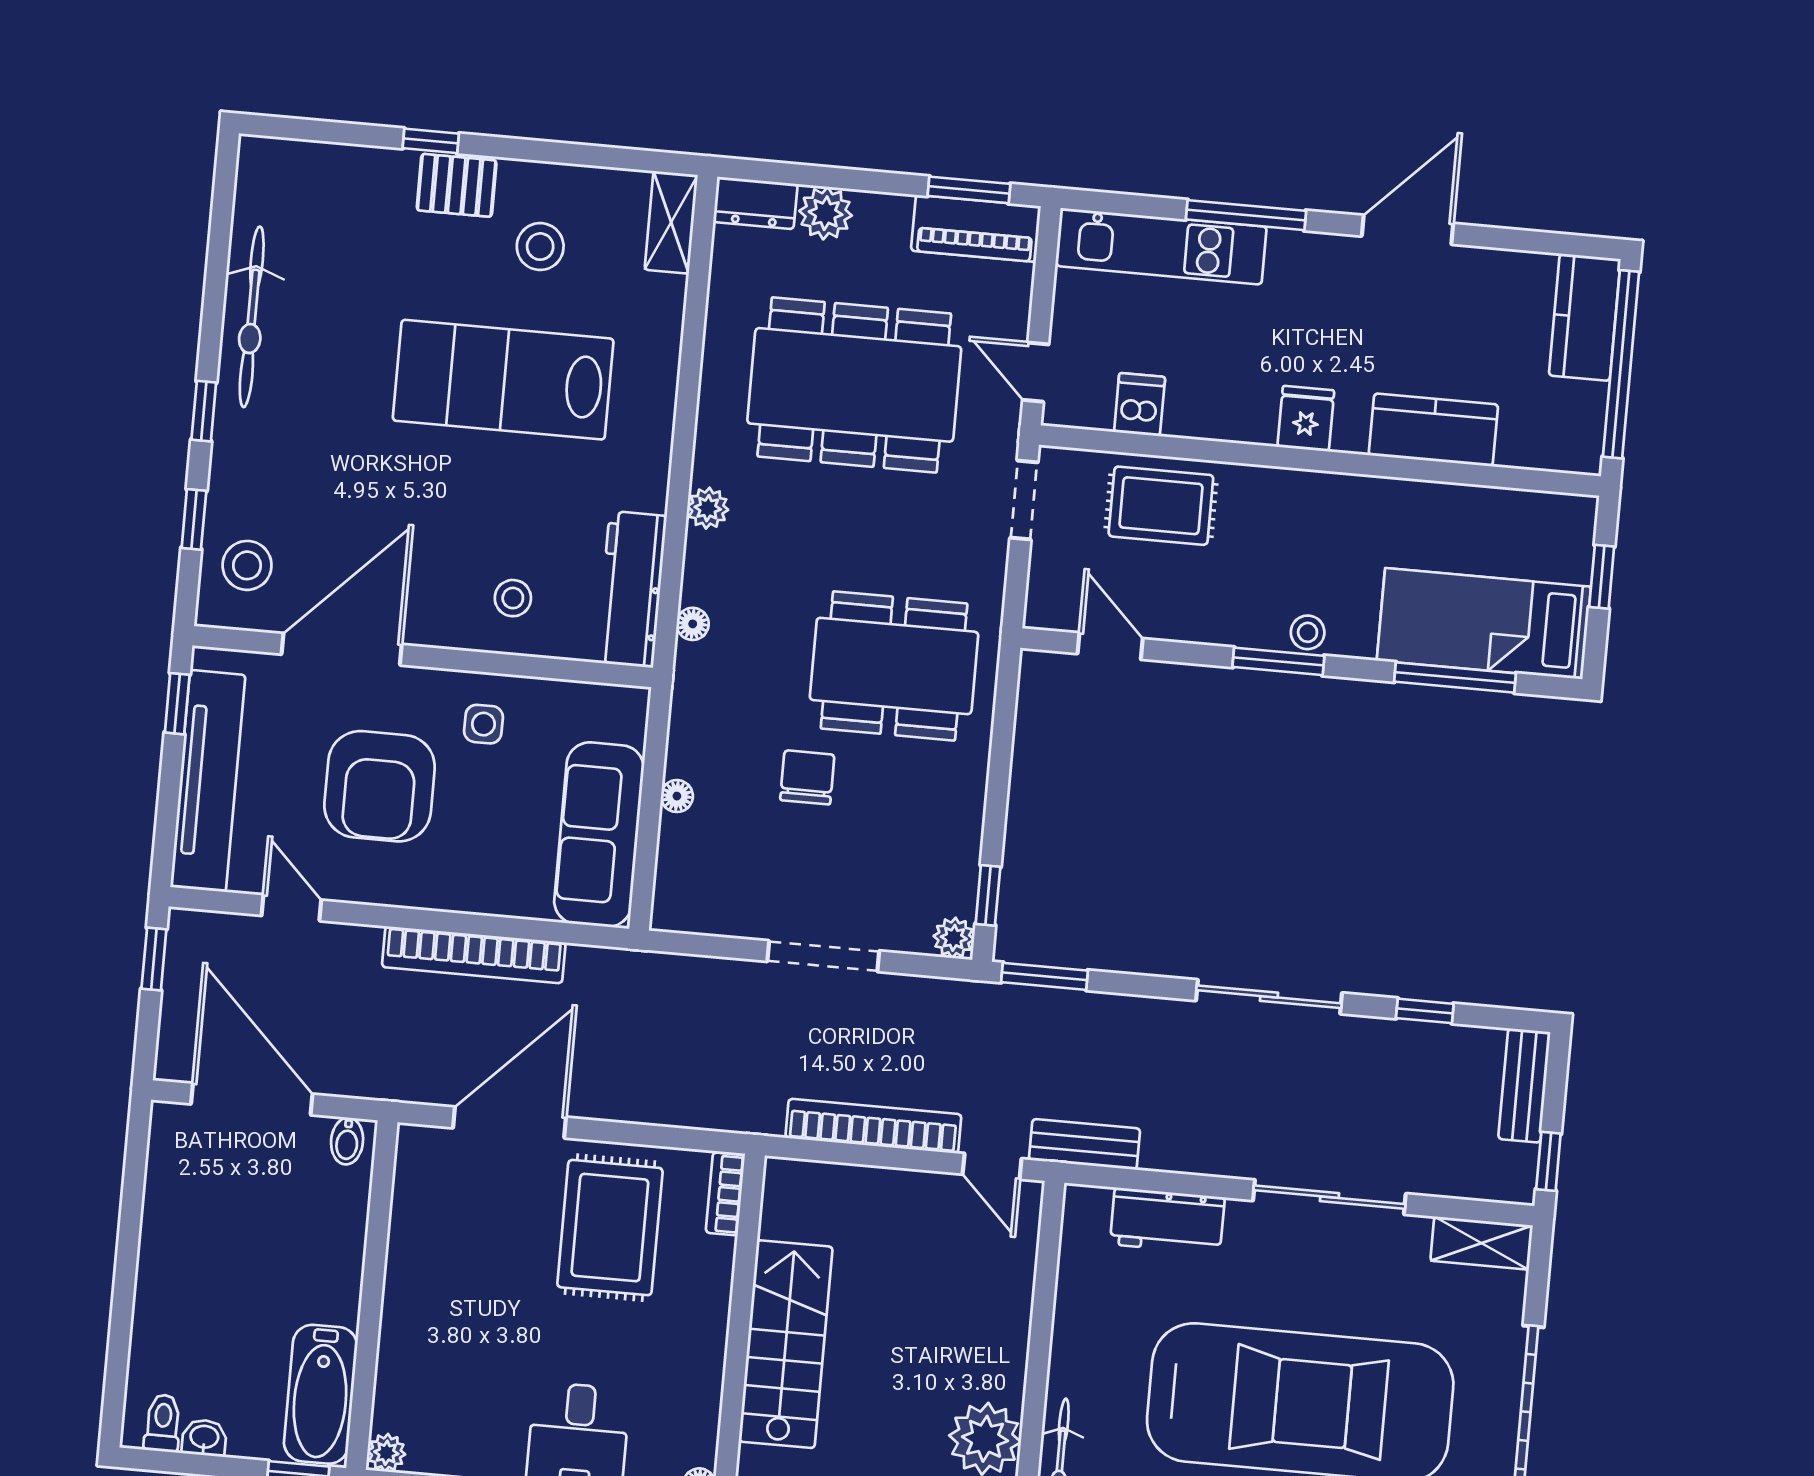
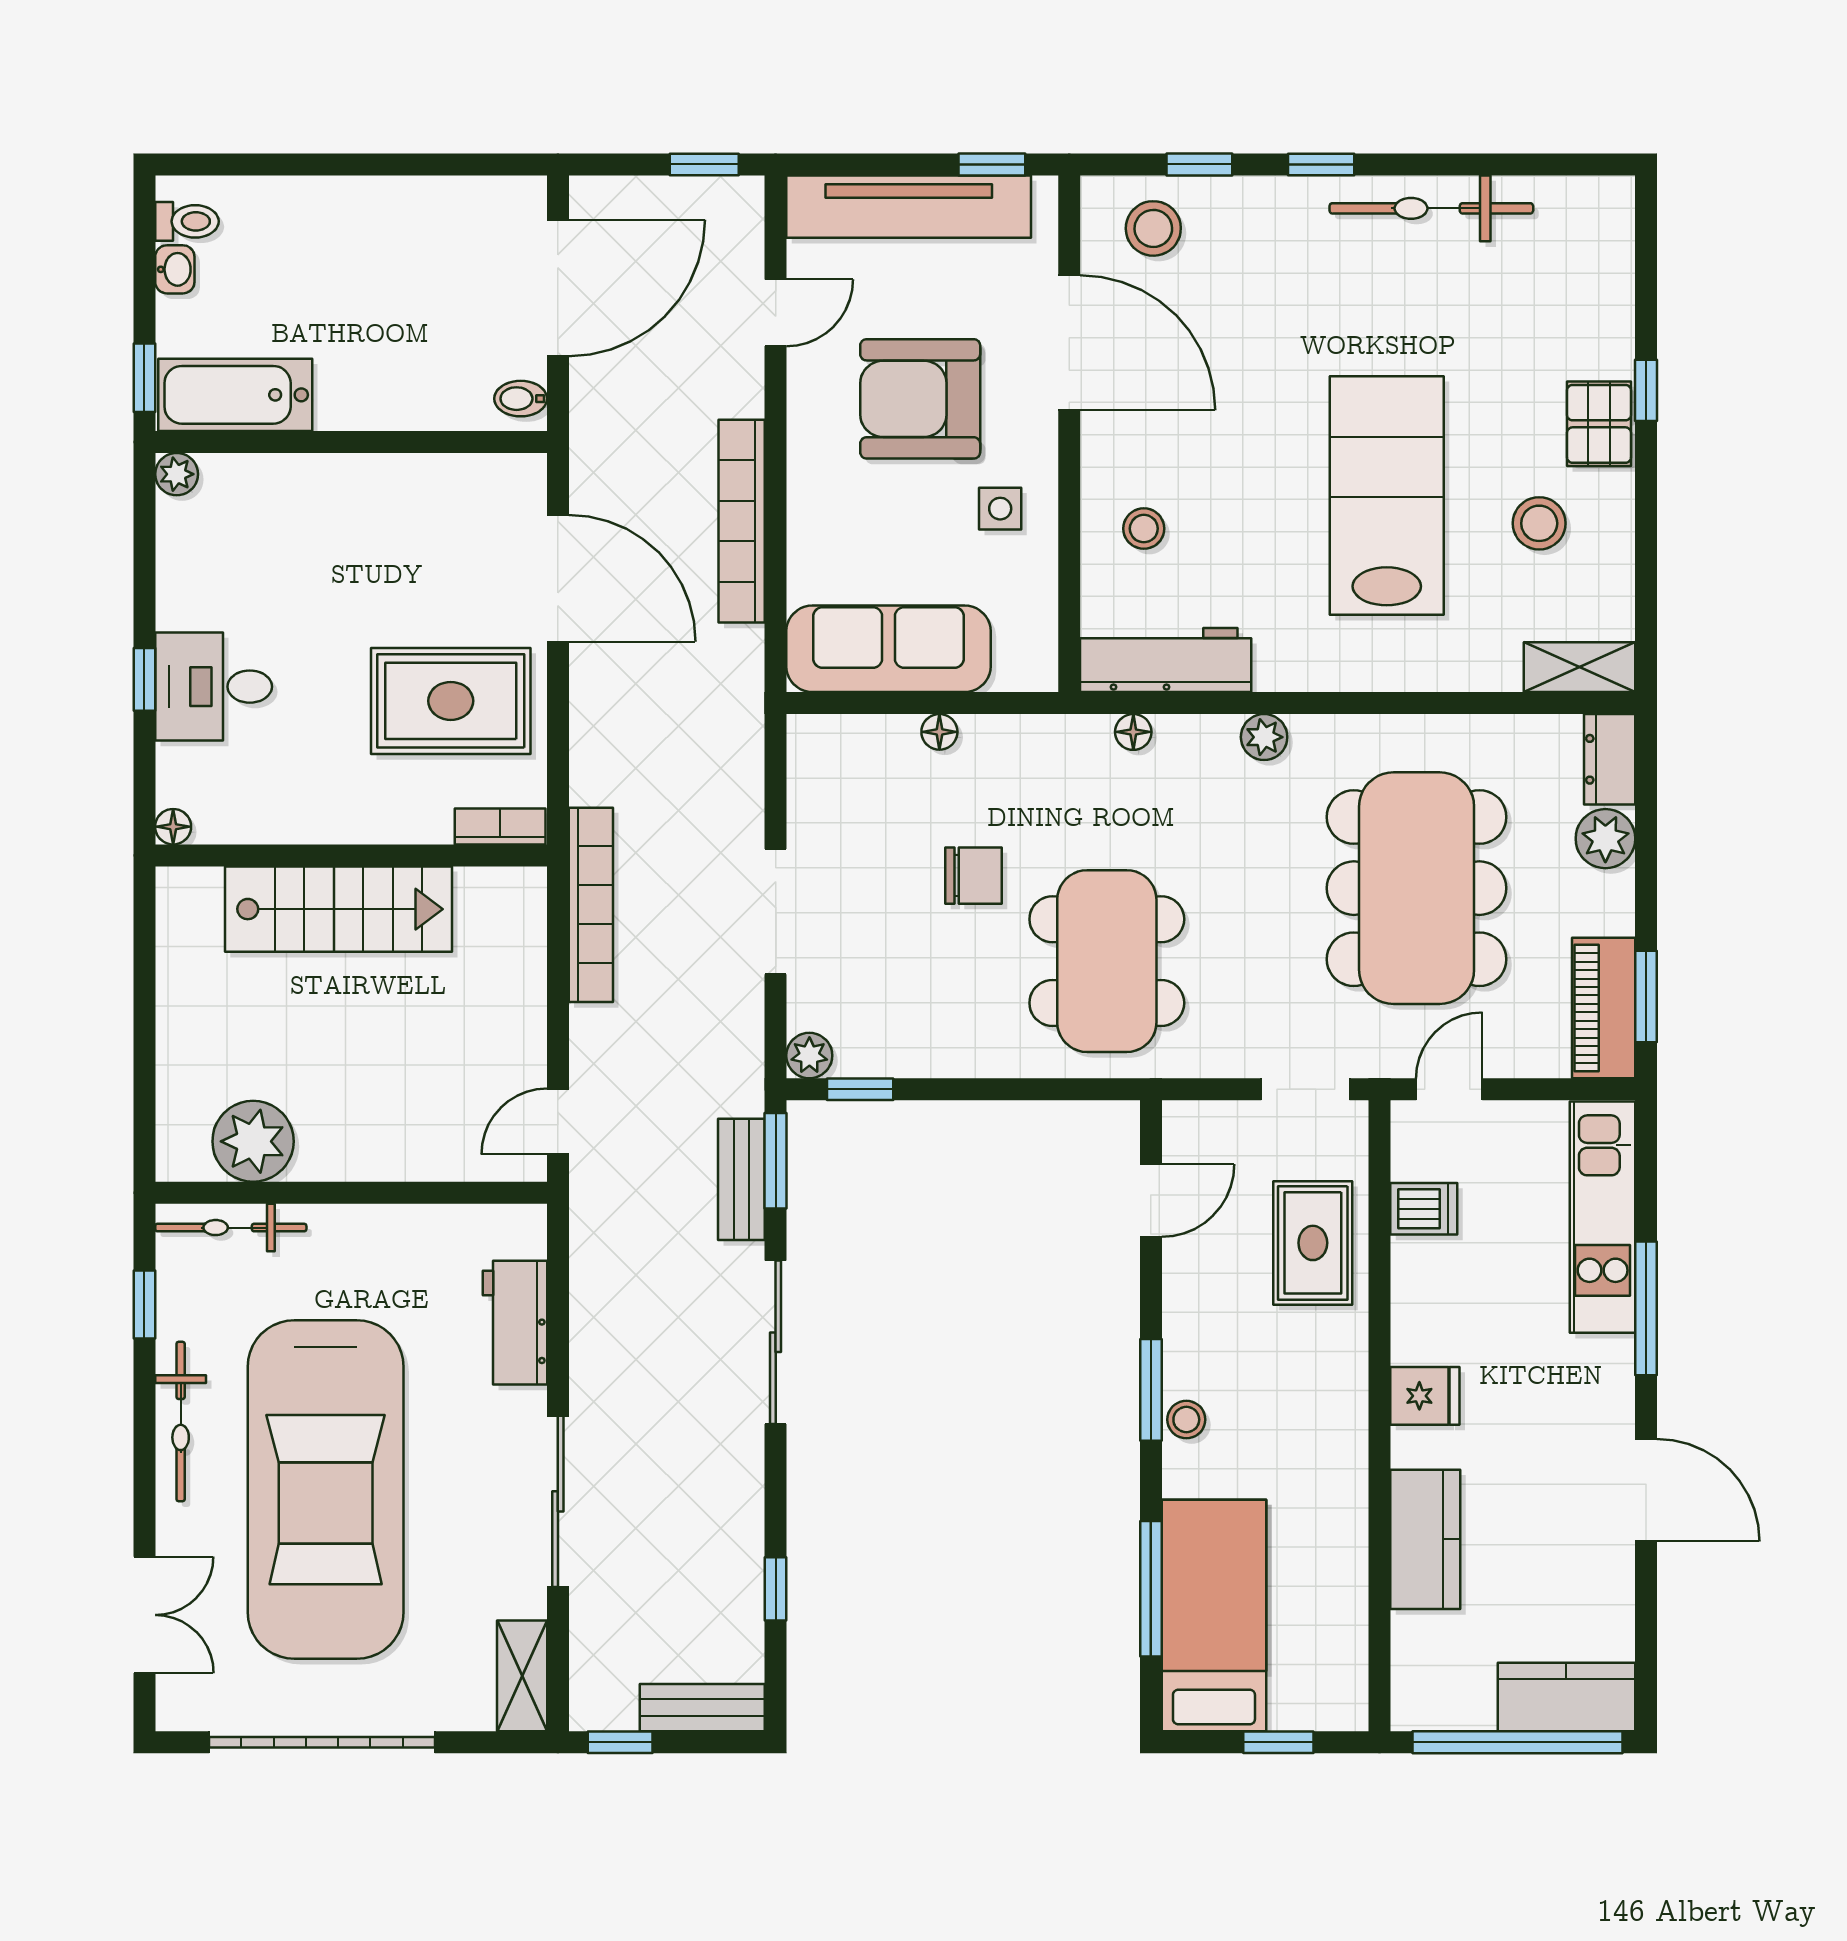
sliding door: (1269, 997) -> (776, 1342), moved
bookcase: (873, 1126) -> (591, 905), moved
bench: (1085, 1144) -> (741, 1179), moved

